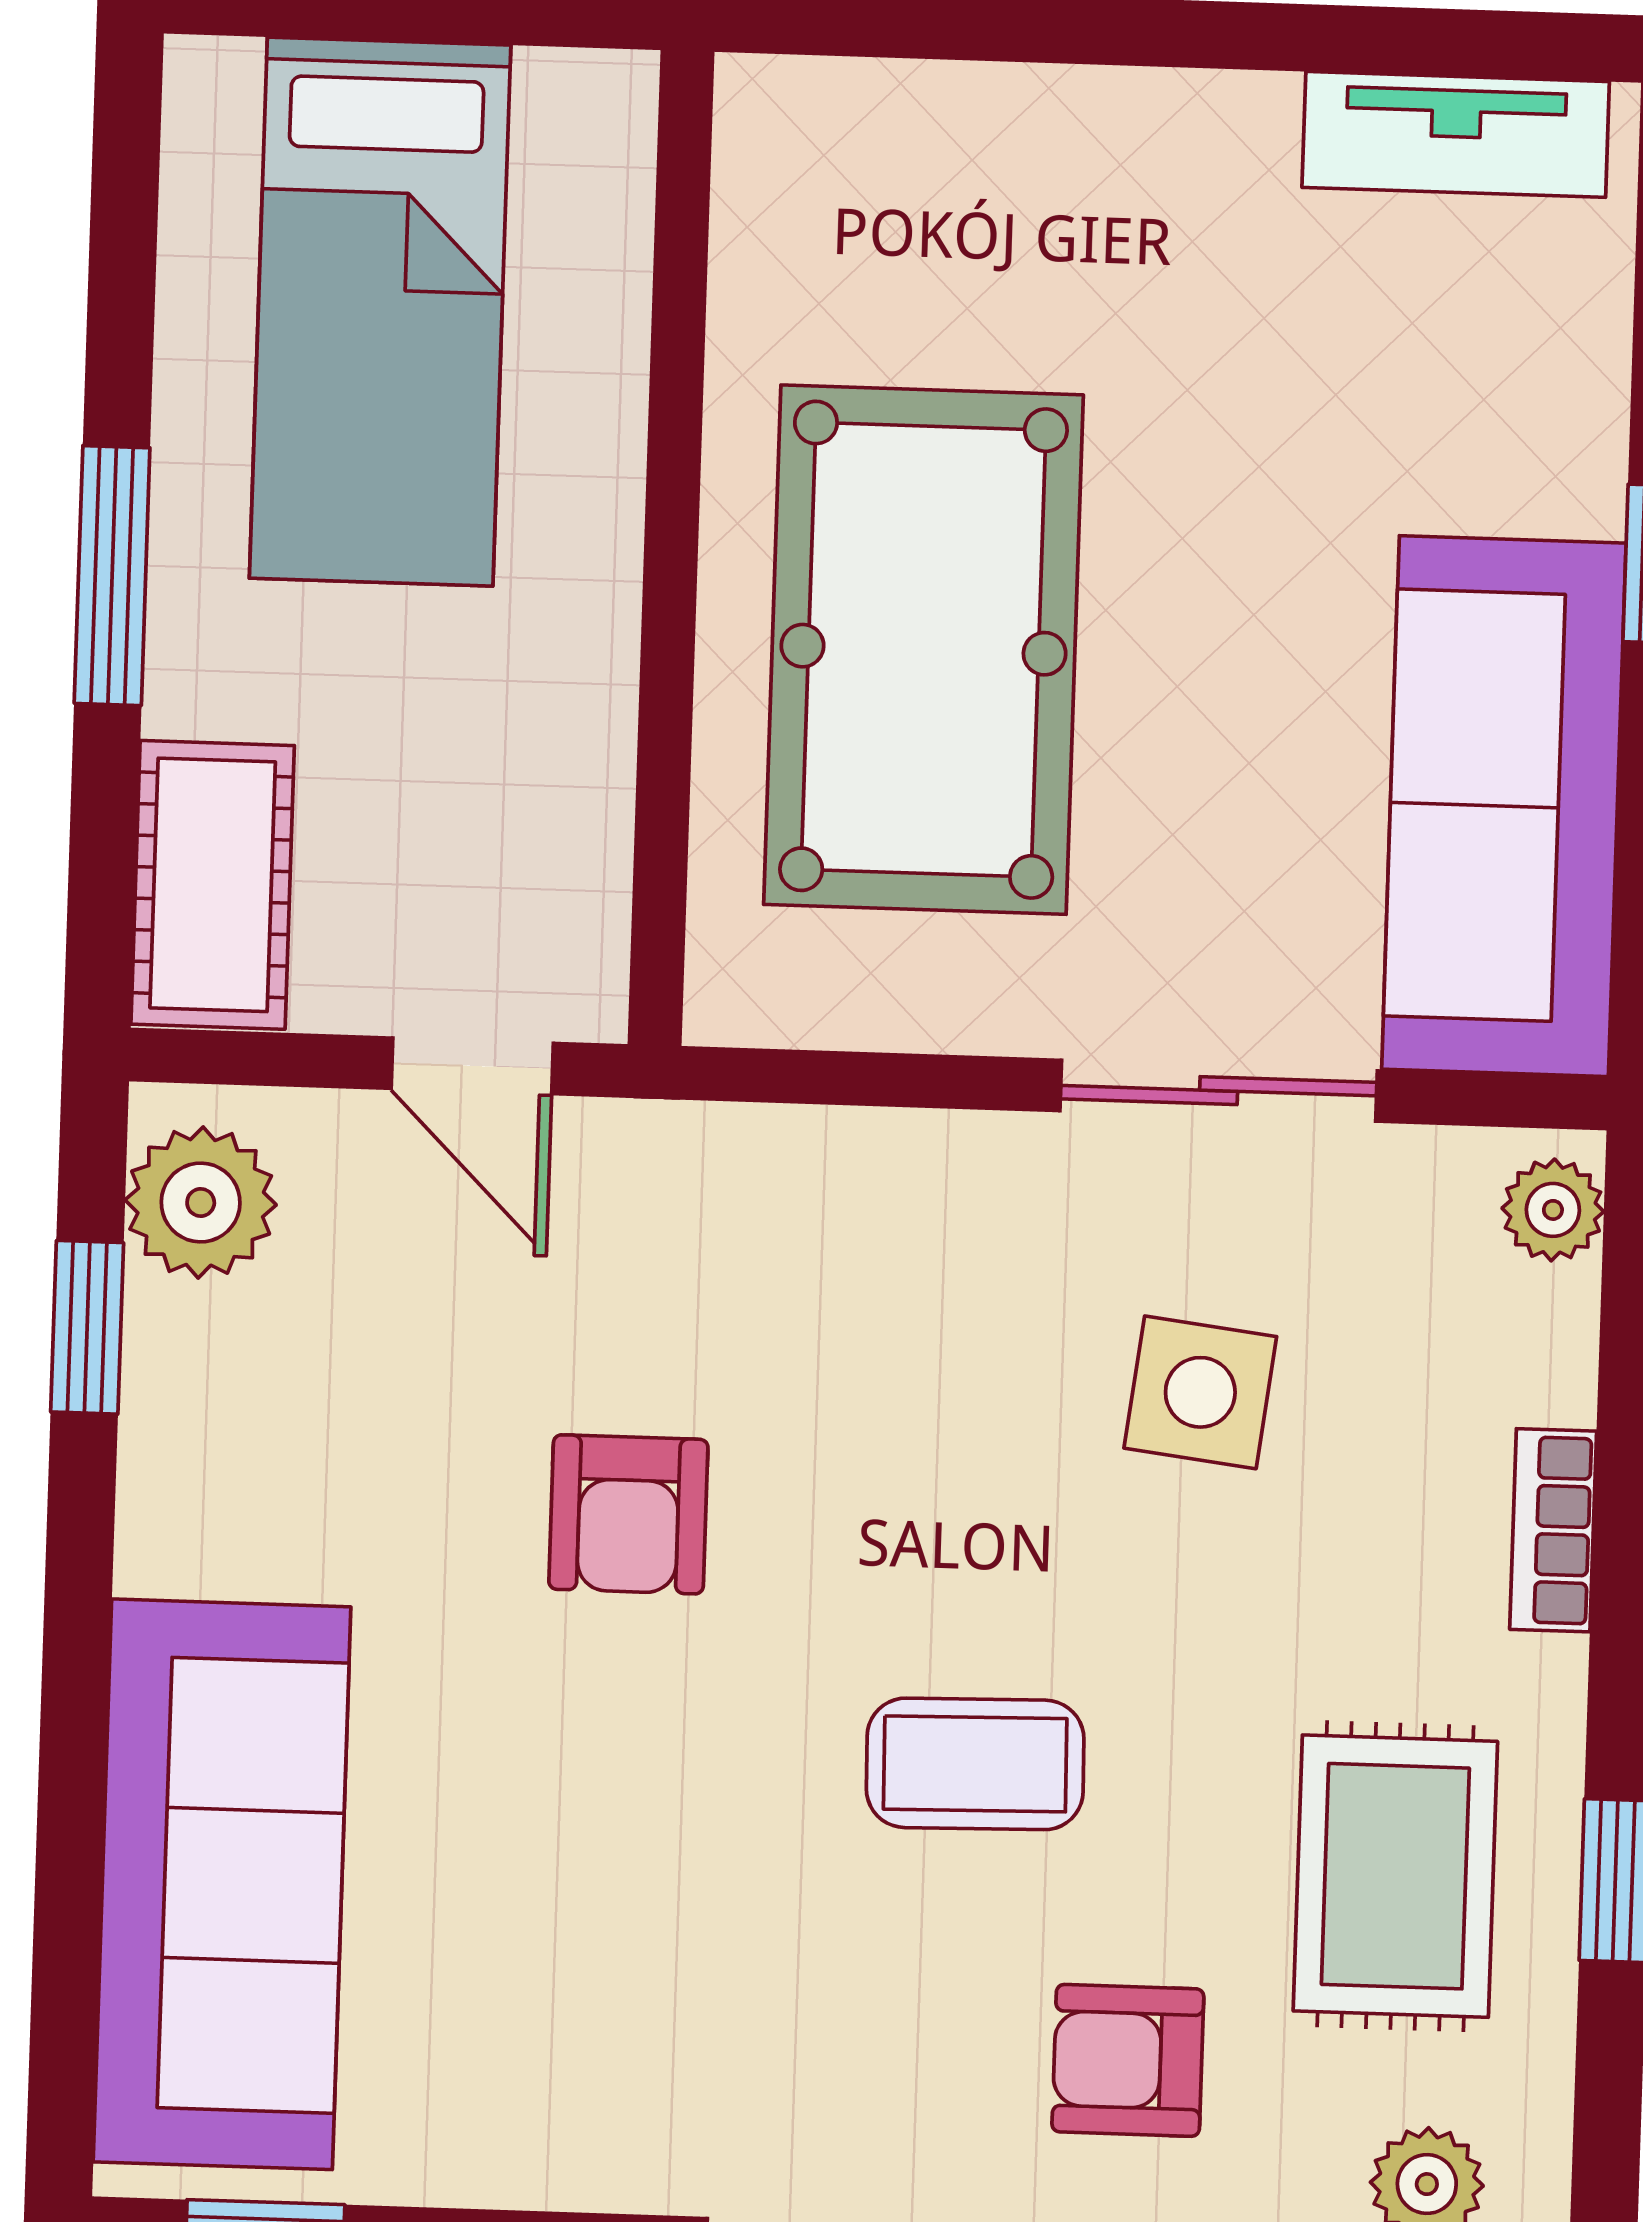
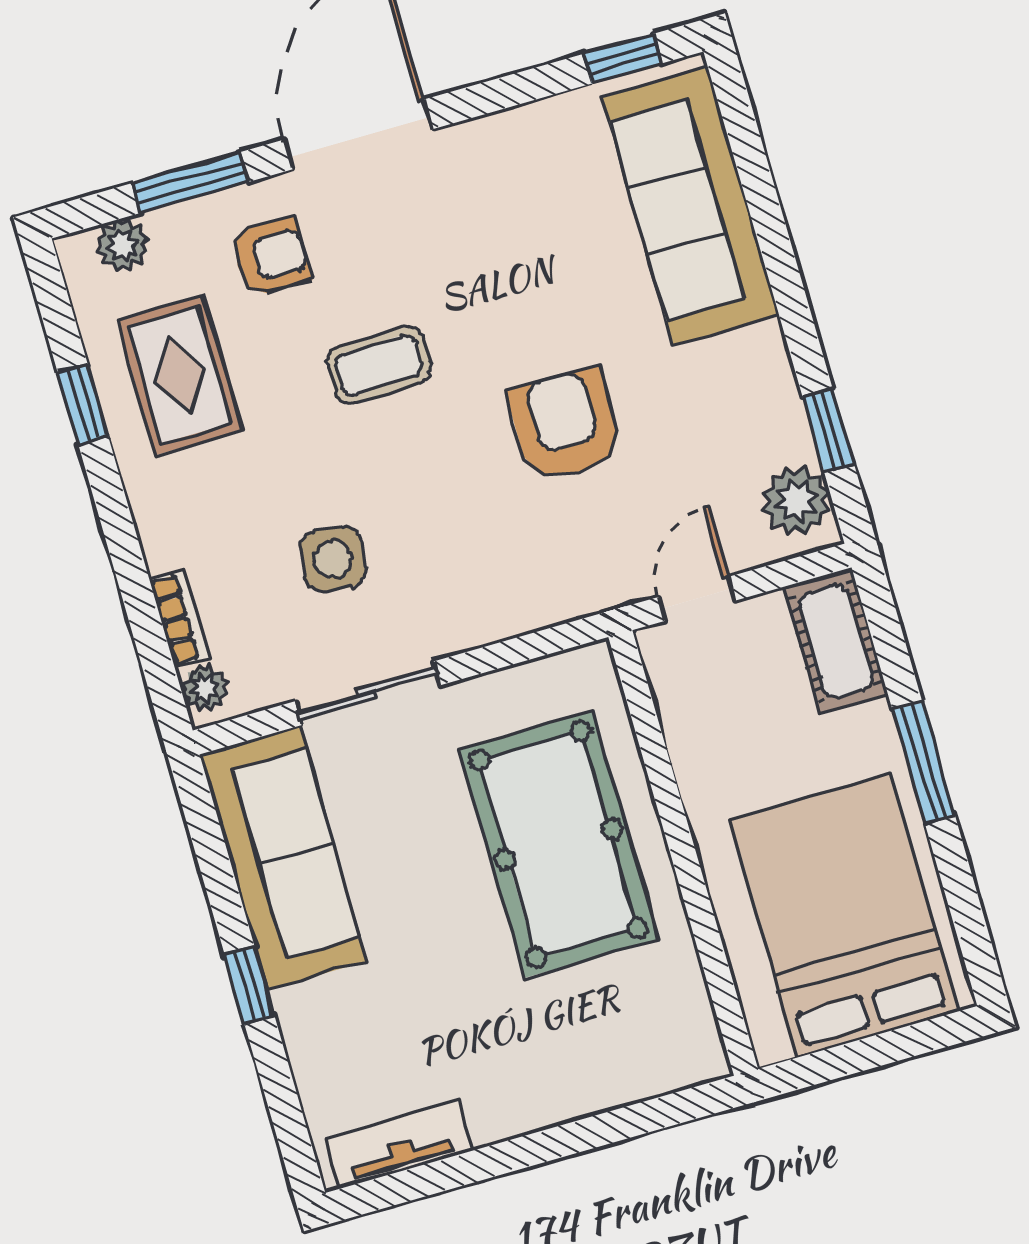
bed: (380, 312) -> (844, 915), width x1.50
door: (472, 1066) -> (697, 599), hinge flipped
armchair: (628, 1514) -> (566, 425), width x1.38, depth x1.38
bookcase: (1553, 1530) -> (179, 618), moved

